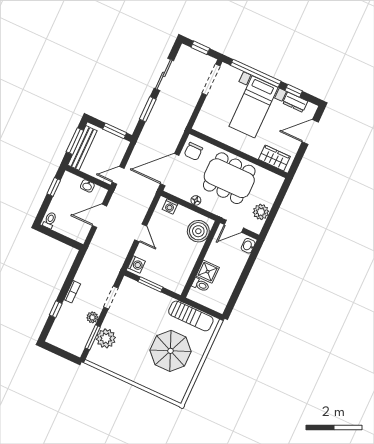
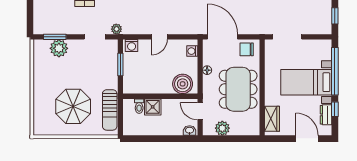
doorway: (211, 80) -> (287, 37), moved
plant: (92, 317) -> (116, 29), moved

